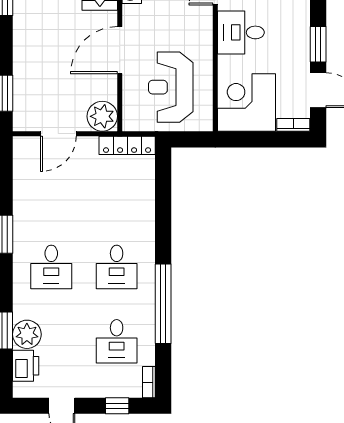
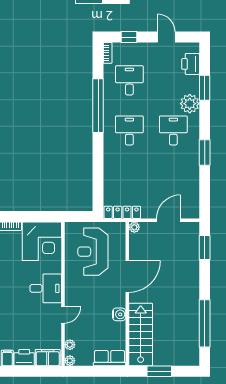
reception desk: (171, 87) -> (93, 252), turned 180
plant: (102, 116) -> (134, 227), width x0.53, depth x0.53
plant: (27, 334) -> (190, 104), moved

